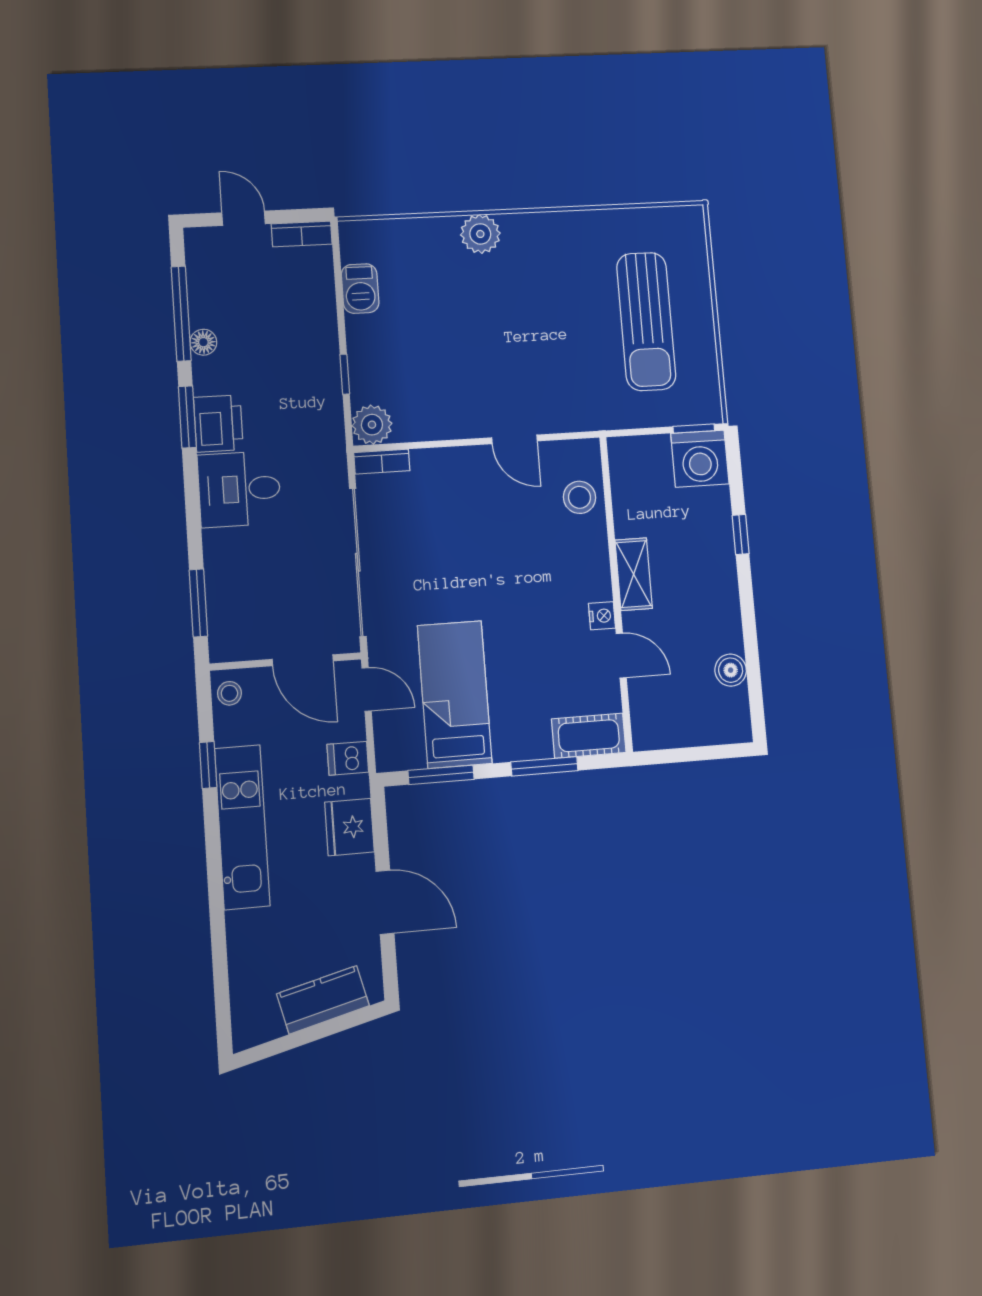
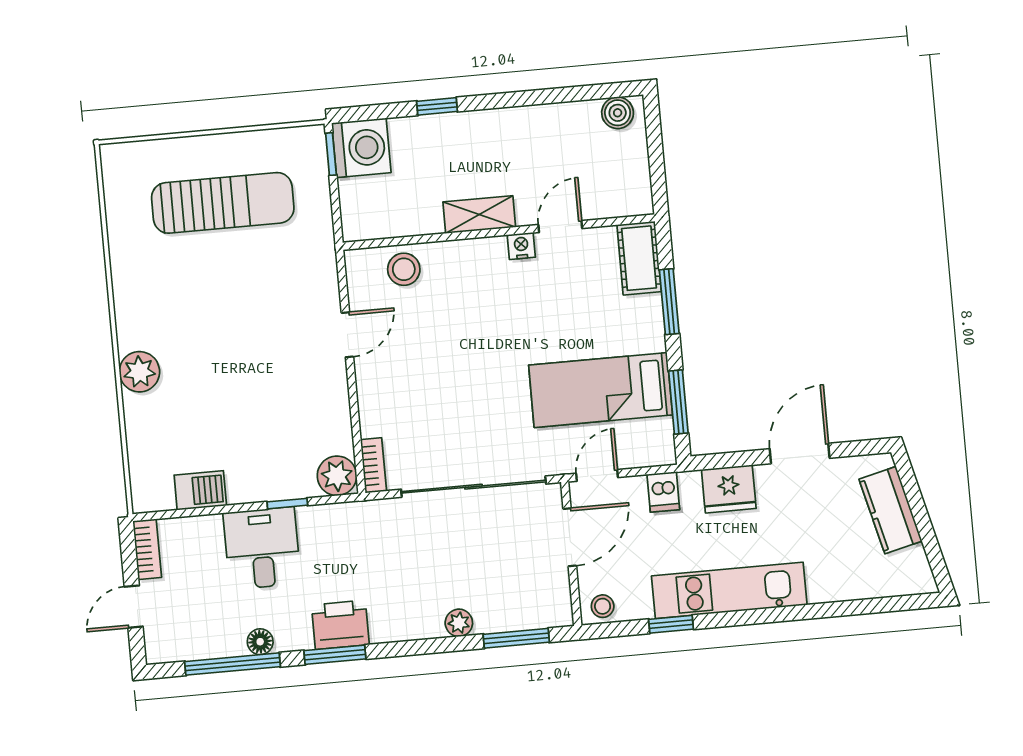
desk: (239, 489) -> (262, 548), moved, turned 180
plant: (217, 544) -> (459, 623), added
boiler: (731, 670) -> (618, 113), moved

